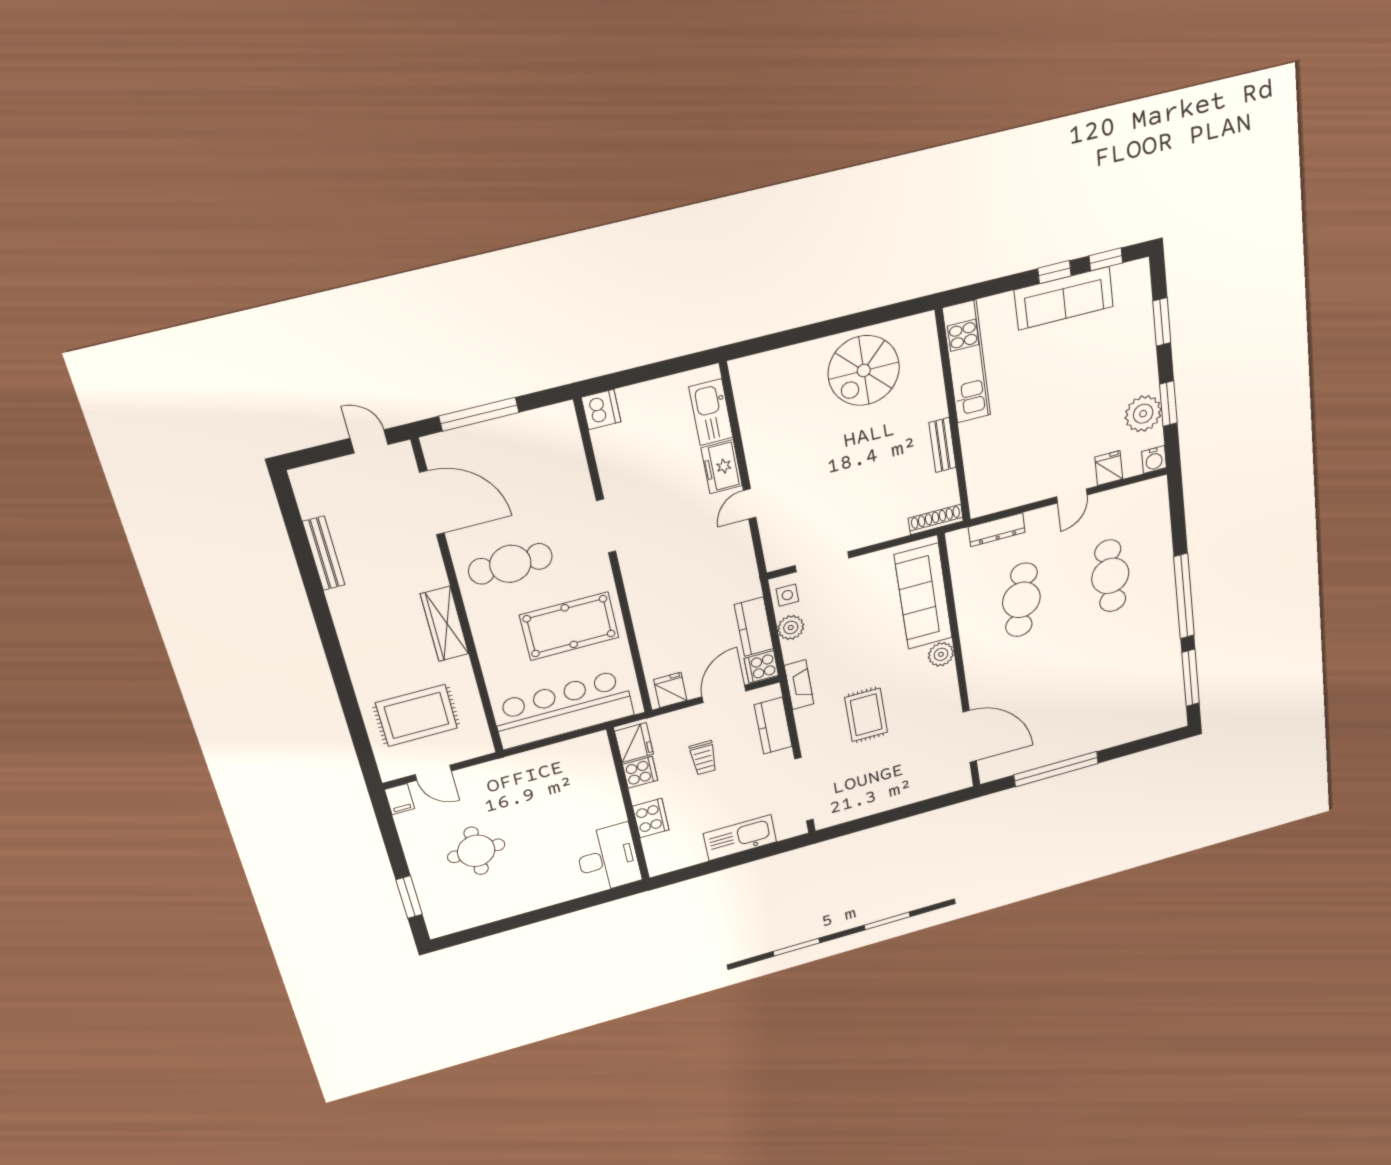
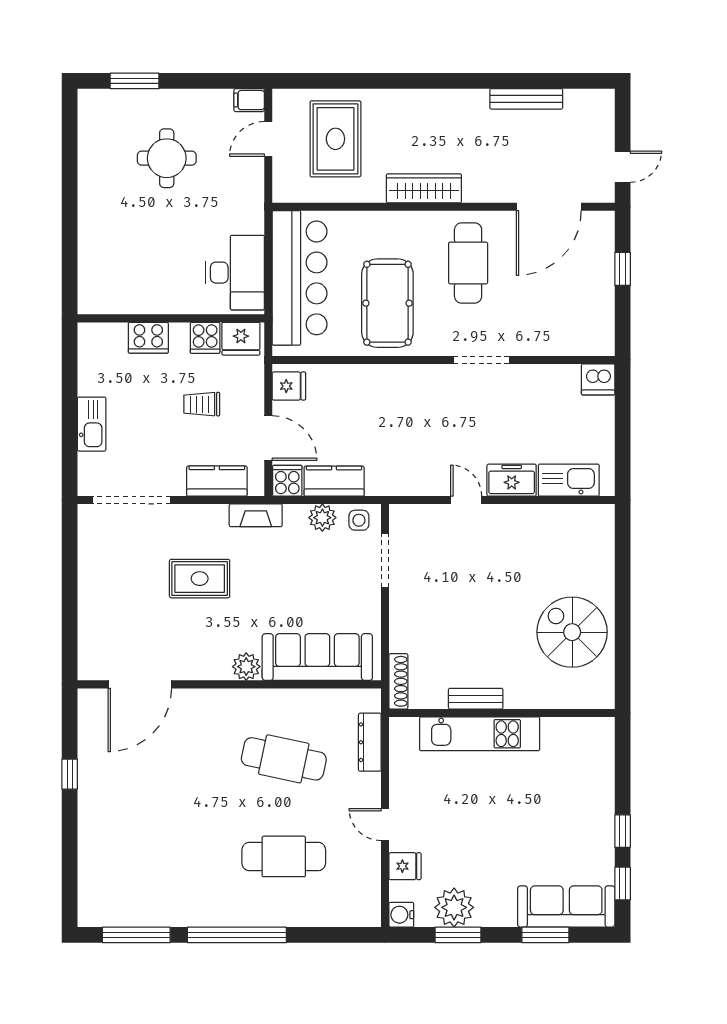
sofa: (1064, 298) -> (566, 906), moved, turned 90
kitchen unit: (967, 362) -> (480, 734), moved
window: (479, 414) -> (623, 269), width x0.46
window: (1056, 769) -> (70, 774), width x0.32
kitchen sink: (740, 838) -> (92, 424), width x0.73, depth x0.81
desk: (608, 858) -> (235, 273), moved, turned -90

